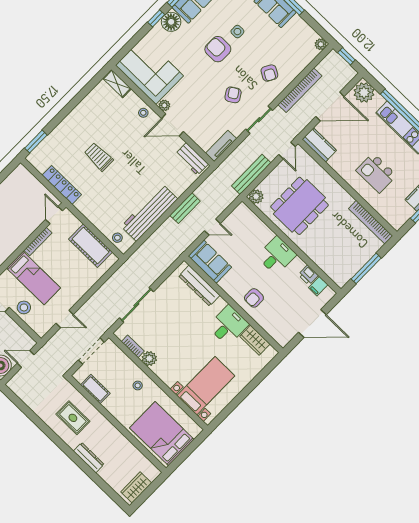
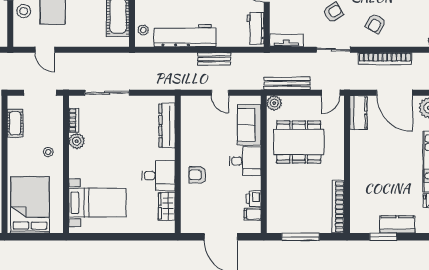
kitchen island: (376, 173) -> (379, 175), removed
sofa: (210, 262) -> (249, 125), moved, turned 180

